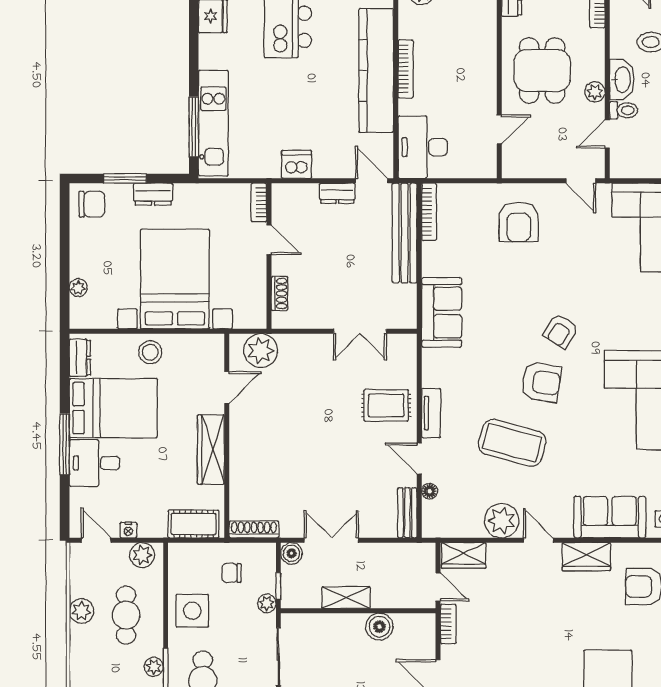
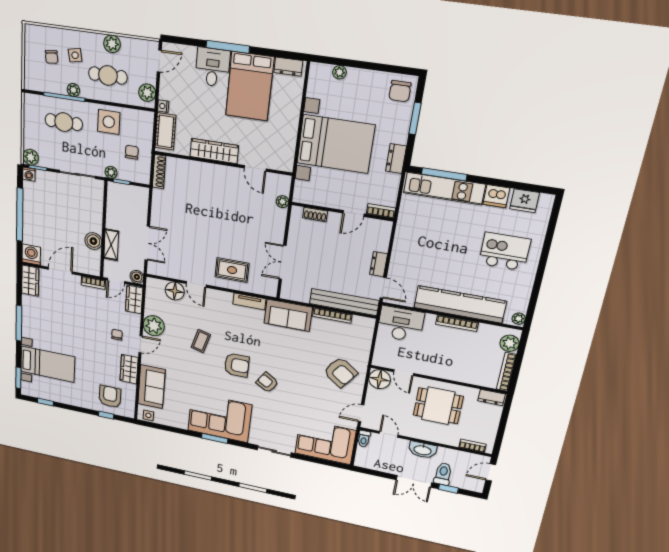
plant: (595, 92) -> (418, 433), removed
toilet: (624, 110) -> (364, 439), moved
floor lamp: (517, 163) -> (380, 379), added
dishwasher: (297, 164) -> (496, 196), moved, turned 90
door: (372, 181) -> (383, 288), hinge flipped
dresser: (153, 194) -> (396, 159), moved
bookcase: (429, 212) -> (332, 315), moved
armchair: (519, 222) -> (340, 372), turned -144
plant: (261, 350) -> (282, 202), width x0.53, depth x0.53
stool: (150, 352) -> (286, 119), removed
armchair: (541, 382) -> (237, 365), turned -99
rug: (386, 405) -> (232, 270), turned 90
tv unit: (431, 413) -> (249, 301), moved
coffee table: (512, 443) -> (201, 341), width x0.54, depth x0.58
door: (419, 459) -> (196, 284), swing flipped
floor lamp: (430, 491) -> (175, 291), width x1.89, depth x1.89
bench: (407, 513) -> (163, 271), removed
nightstand: (128, 530) -> (163, 106), moved
double door: (331, 540) -> (147, 243), moved
boiler: (291, 553) -> (137, 277), moved
chair: (530, 580) -> (117, 335), added
shelving: (346, 597) -> (111, 245), moved
side table: (104, 666) -> (75, 55), added

